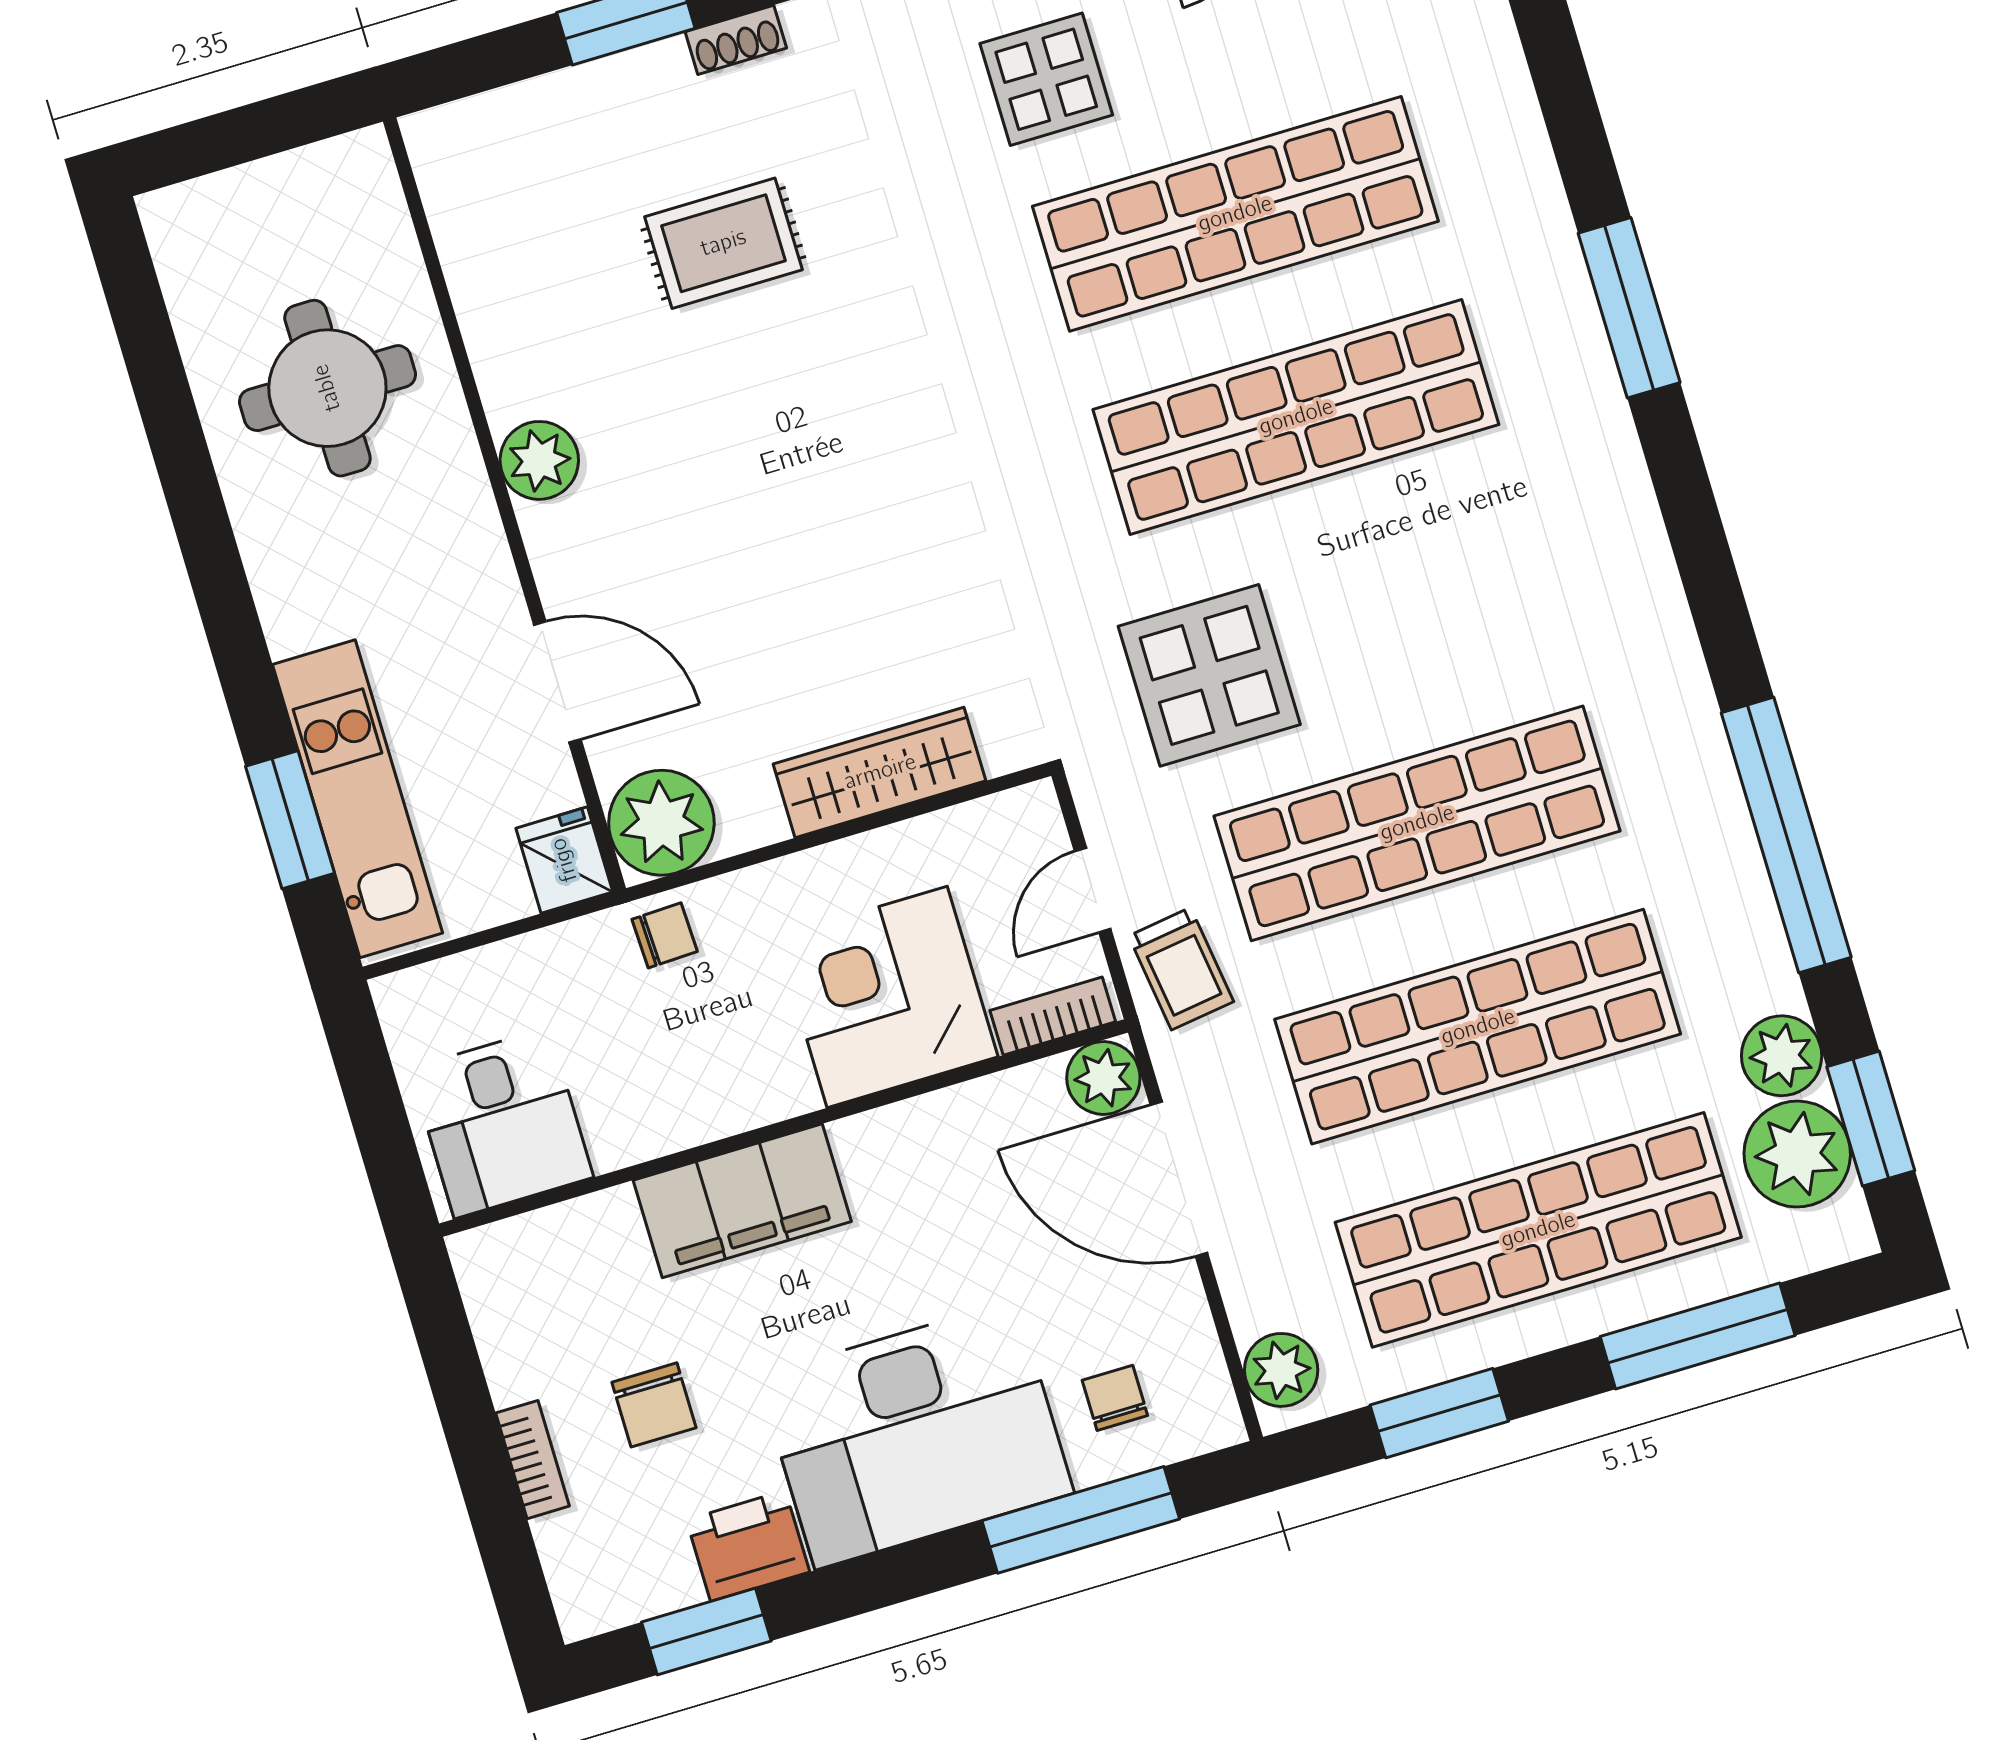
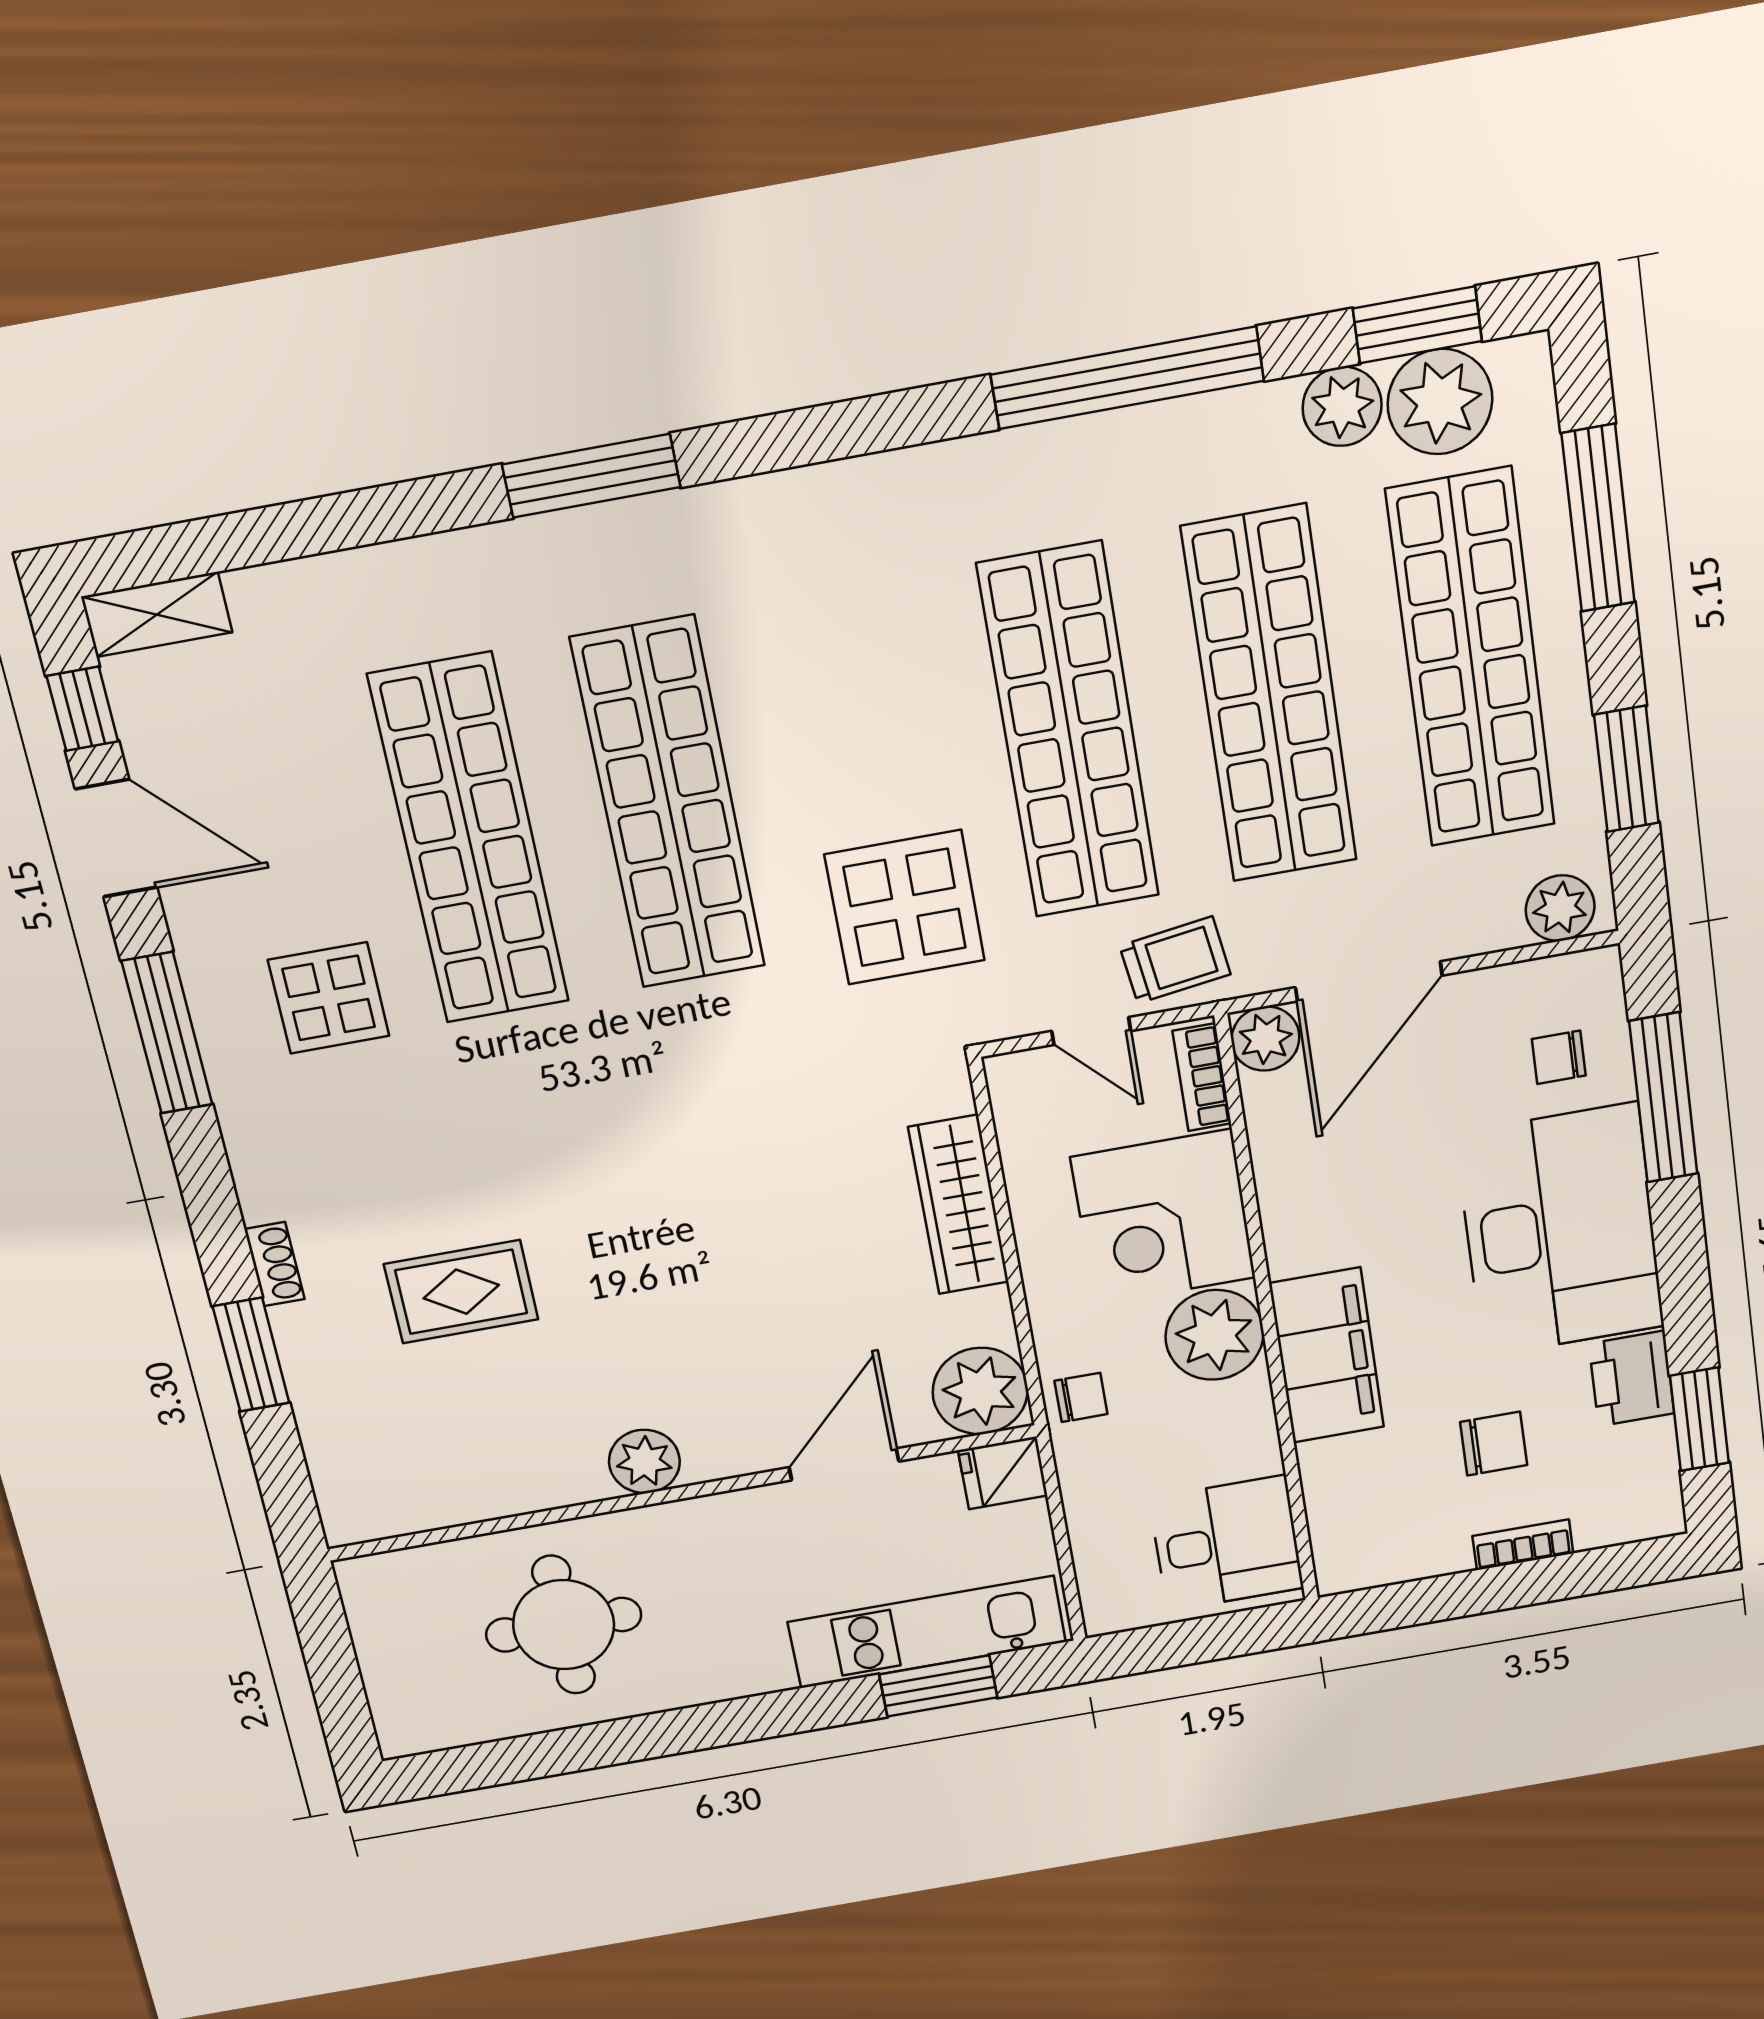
rug: (723, 243) -> (461, 1292), turned 90
chair: (665, 935) -> (1081, 1397), turned 92
plant: (754, 1073) -> (1215, 1335), added

